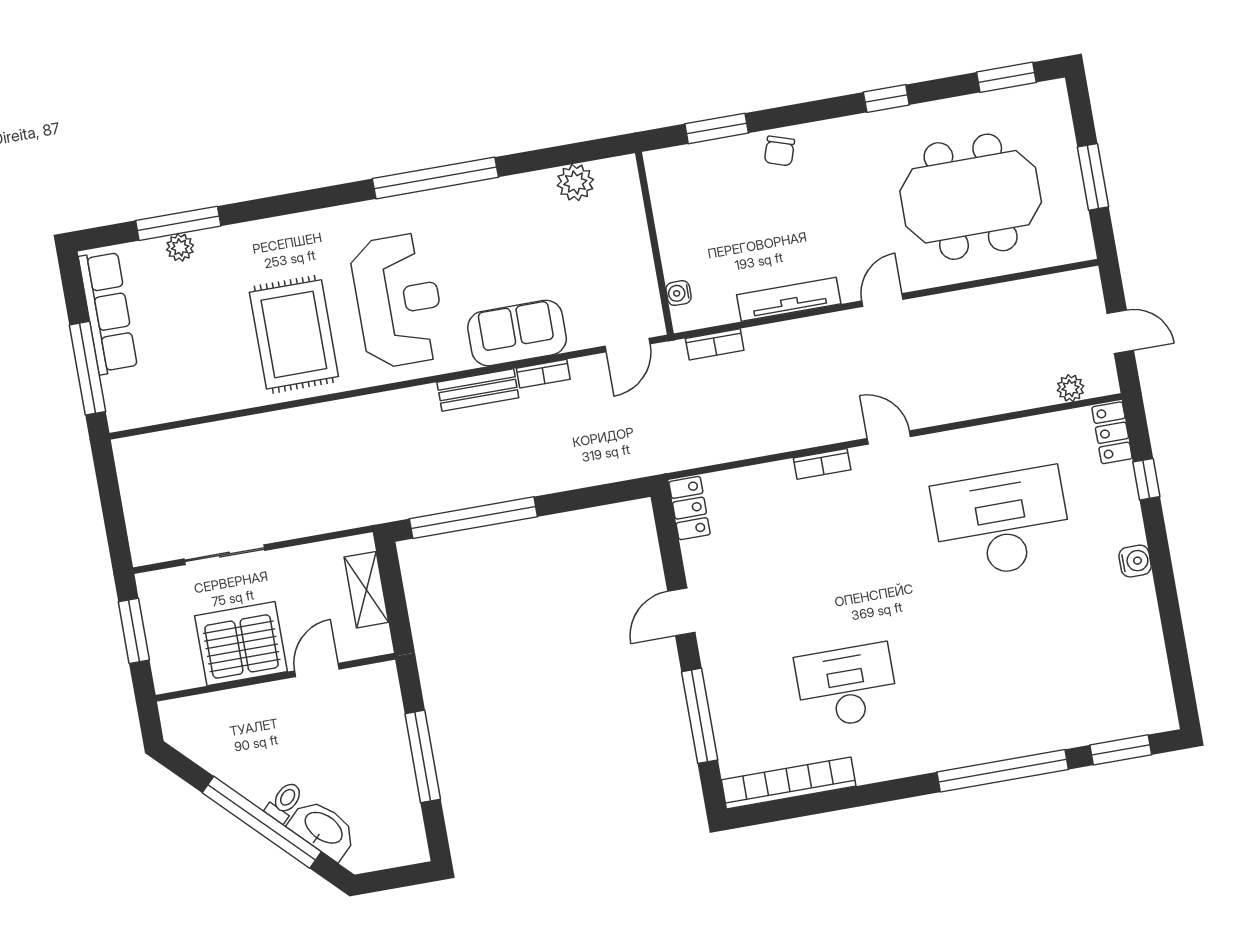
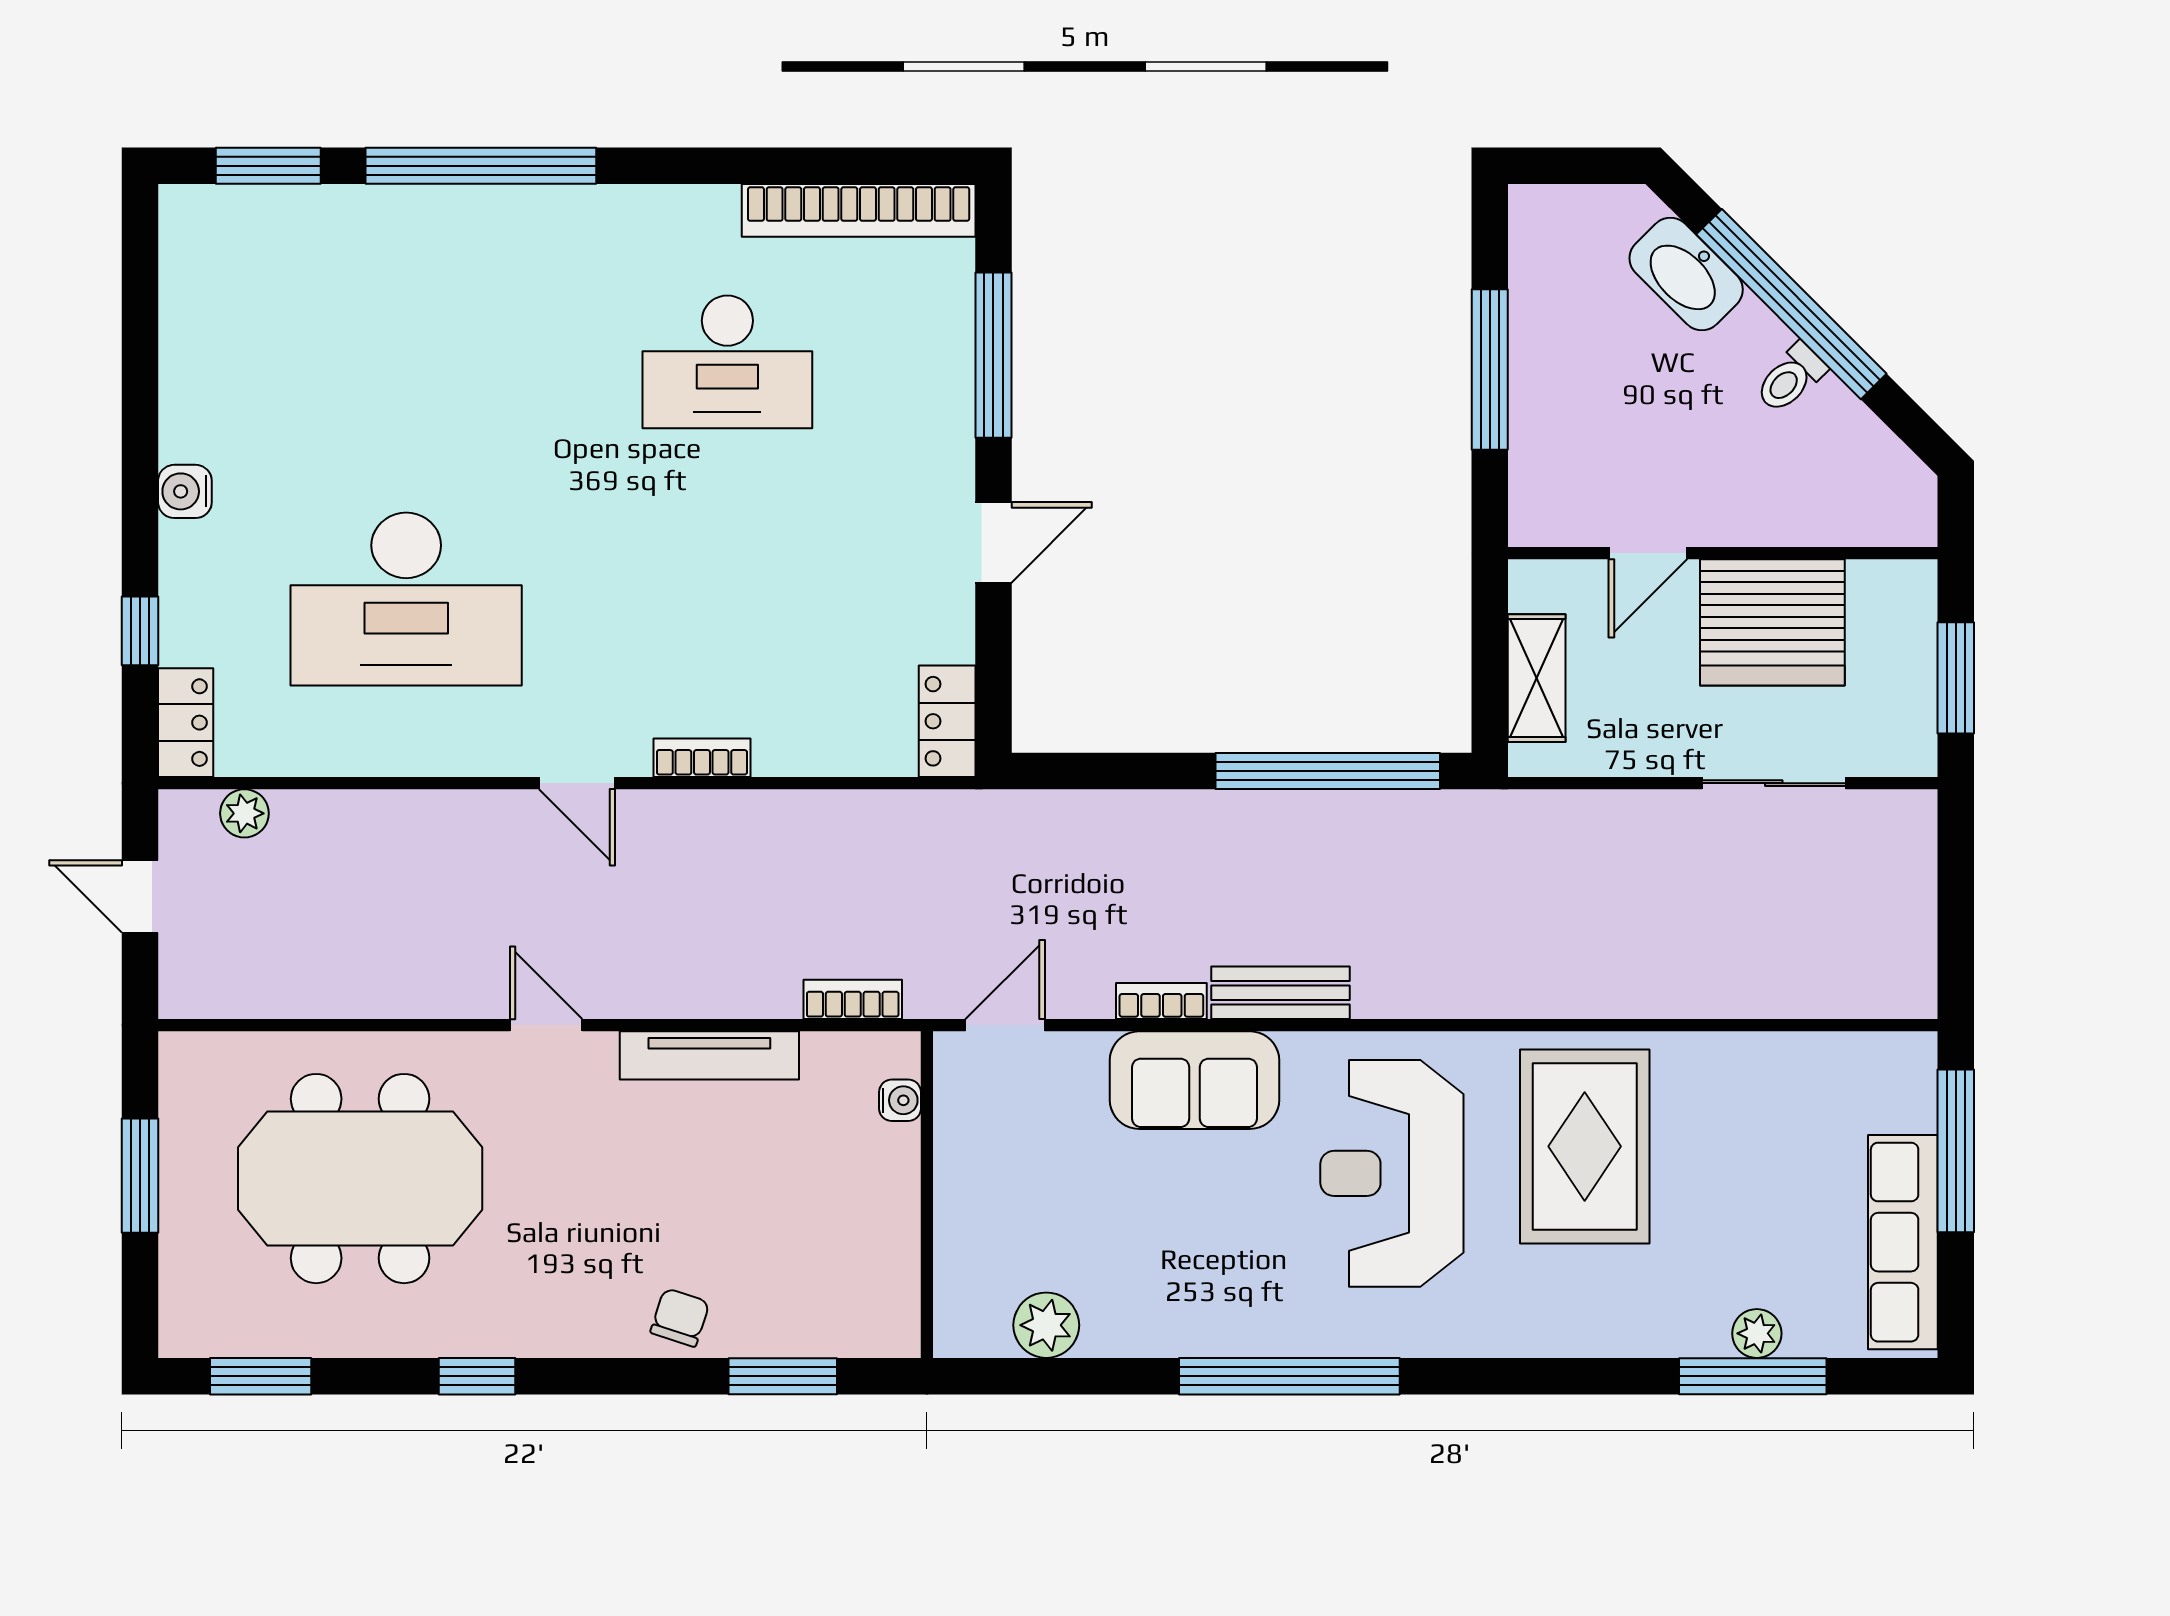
door: (882, 300) -> (546, 1025), swing flipped
toilet: (284, 802) -> (1791, 378), moved

